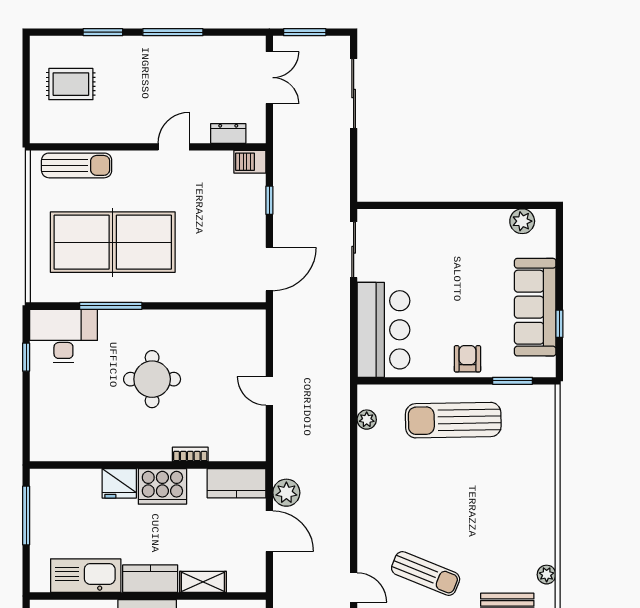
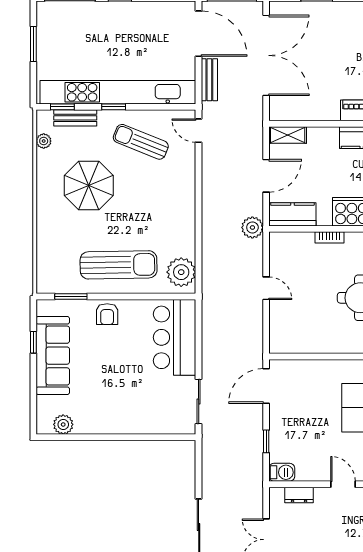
door: (174, 147) -> (343, 484), swing flipped
plant: (367, 420) -> (181, 272), width x1.88, depth x1.88
plant: (286, 493) -> (252, 227), moved
parasol: (490, 519) -> (89, 185), added
door: (269, 531) -> (266, 176), swing flipped
shelving: (203, 582) -> (288, 135), moved

